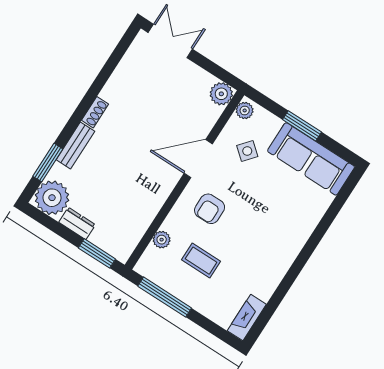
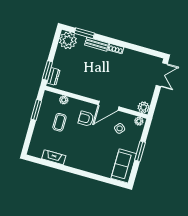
door: (198, 159) -> (109, 106), swing flipped
sofa: (311, 159) -> (124, 166), width x0.73
dresser: (77, 223) -> (53, 76), moved
window: (165, 297) -> (36, 110), width x0.69
fireplace: (247, 318) -> (54, 157), moved

